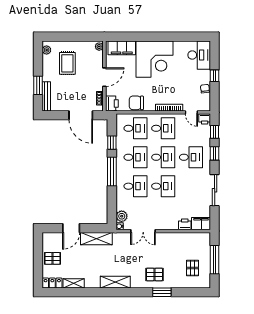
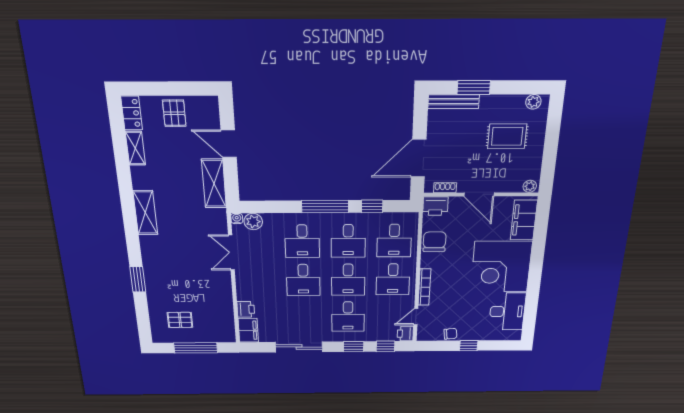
desk: (199, 55) -> (507, 311), moved, turned -90
pallet: (154, 274) -> (164, 269), removed

